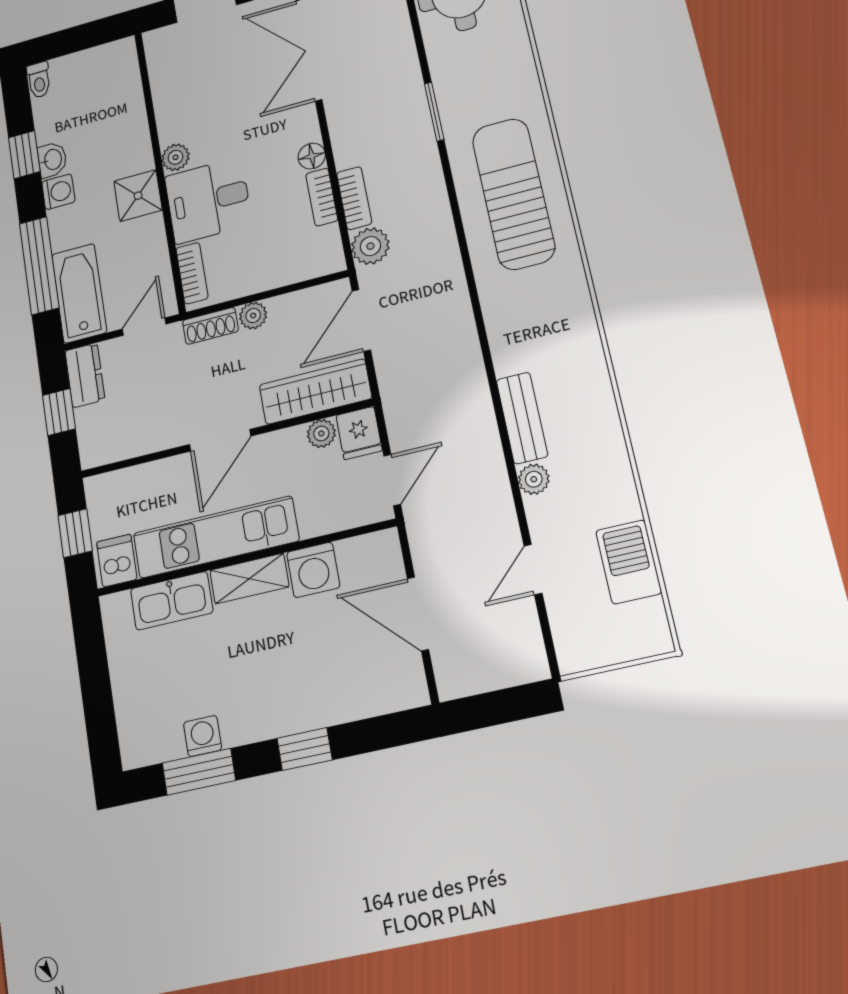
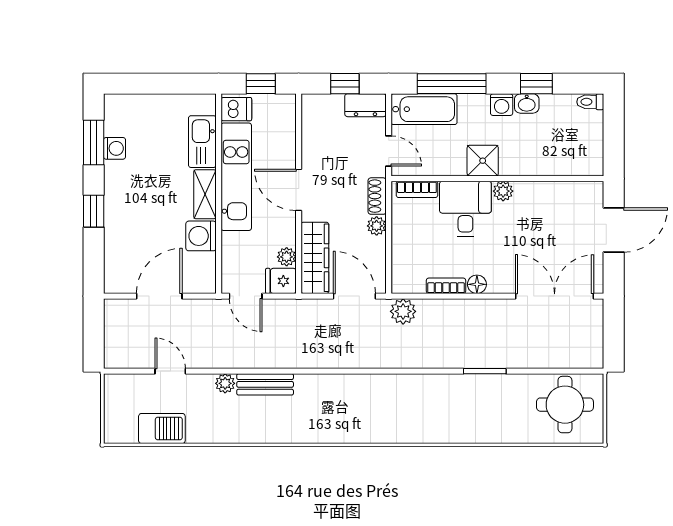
sun lounger: (513, 194) -> (413, 410), removed
bookcase: (354, 198) -> (439, 307), removed

